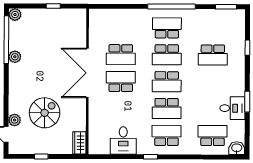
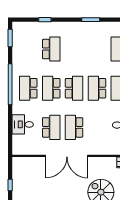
school desk: (167, 55) -> (51, 88), turned 180
desk: (232, 108) -> (23, 124), moved, turned -90
school desk: (167, 109) -> (97, 88), turned 180

